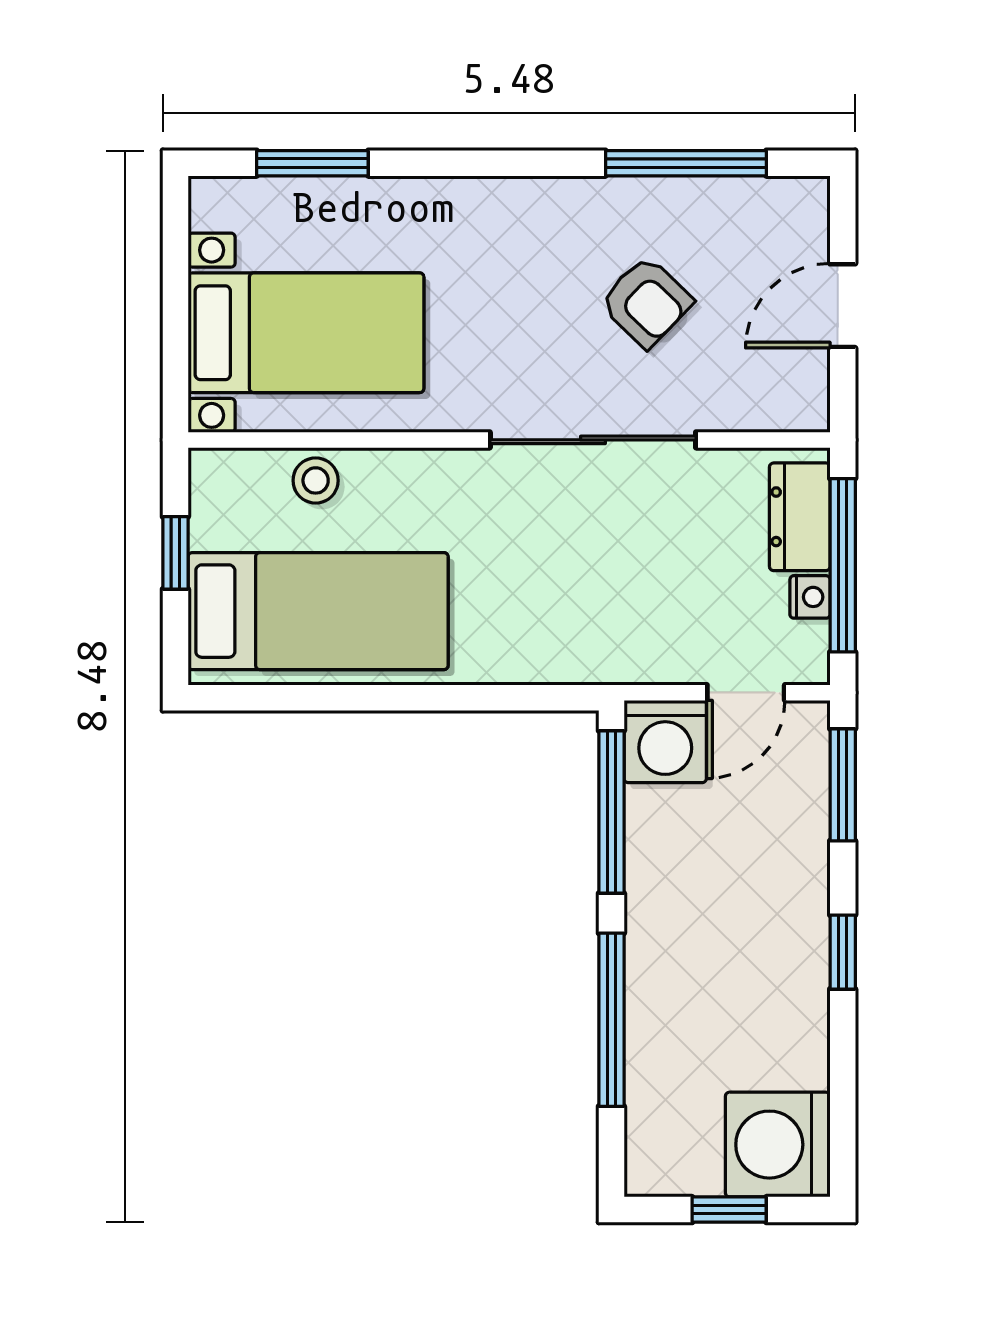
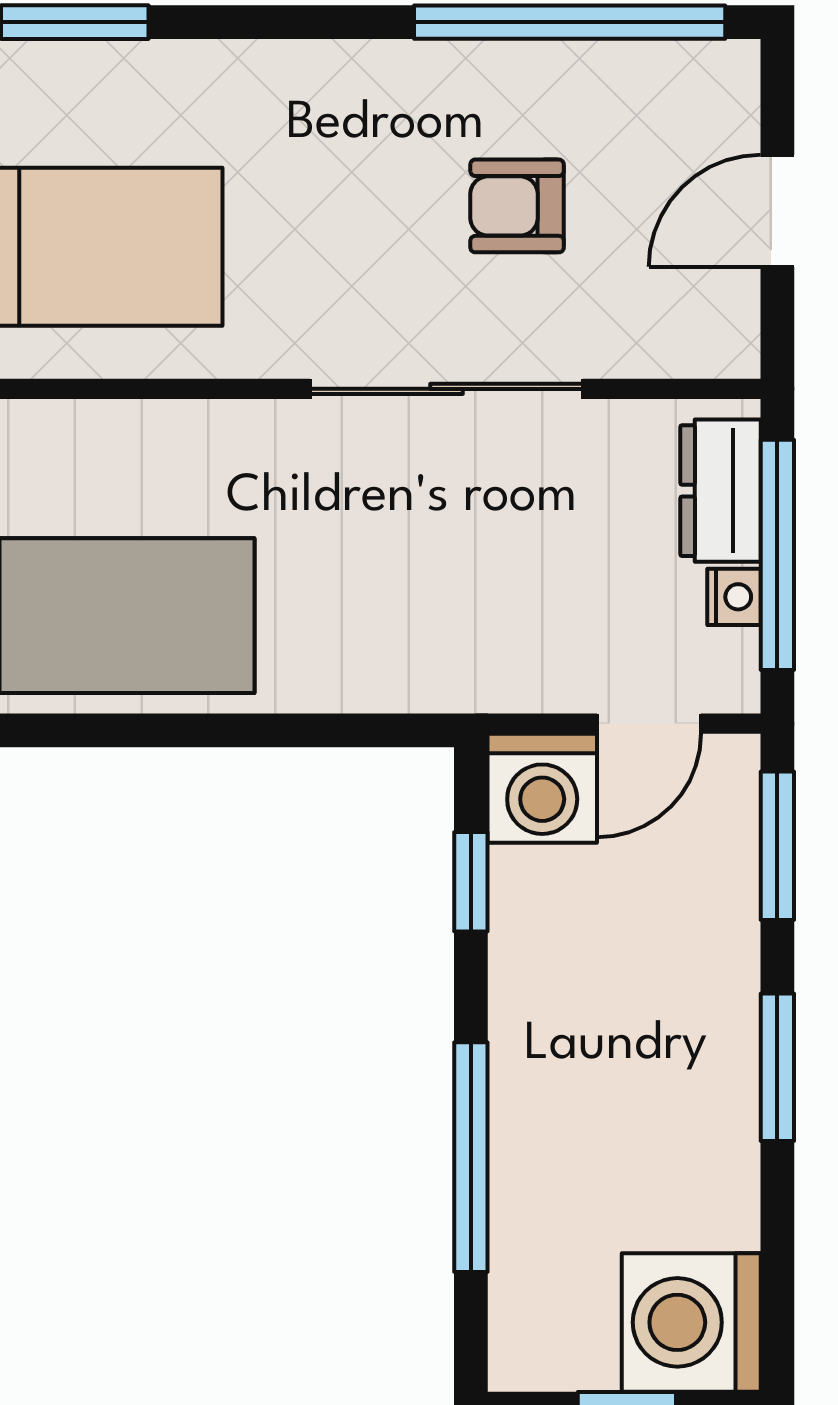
window: (686, 163) -> (570, 22), width x1.46
armchair: (646, 302) -> (517, 206), turned 136
stool: (316, 480) -> (79, 443), removed
window: (611, 812) -> (471, 882), width x0.46
window: (843, 952) -> (777, 1067), width x1.50

